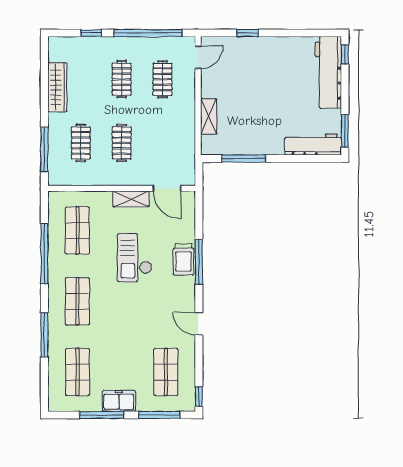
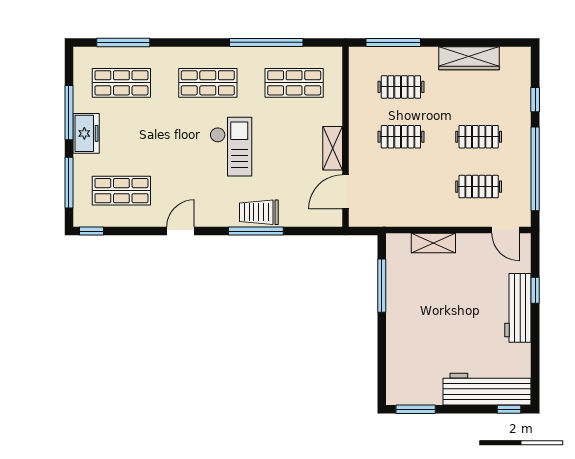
workbench: (313, 145) -> (518, 308), moved, turned 180
checkout: (135, 258) -> (231, 147), moved, turned 90
window: (44, 335) -> (123, 42), moved

